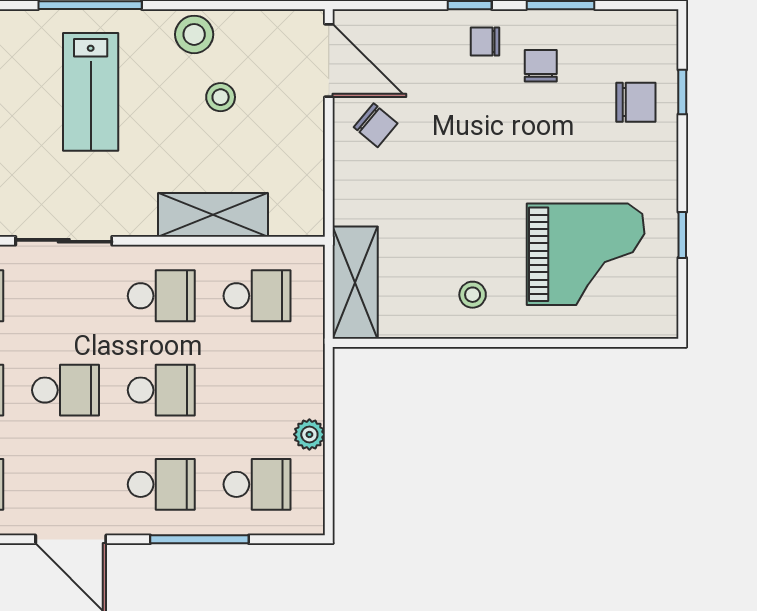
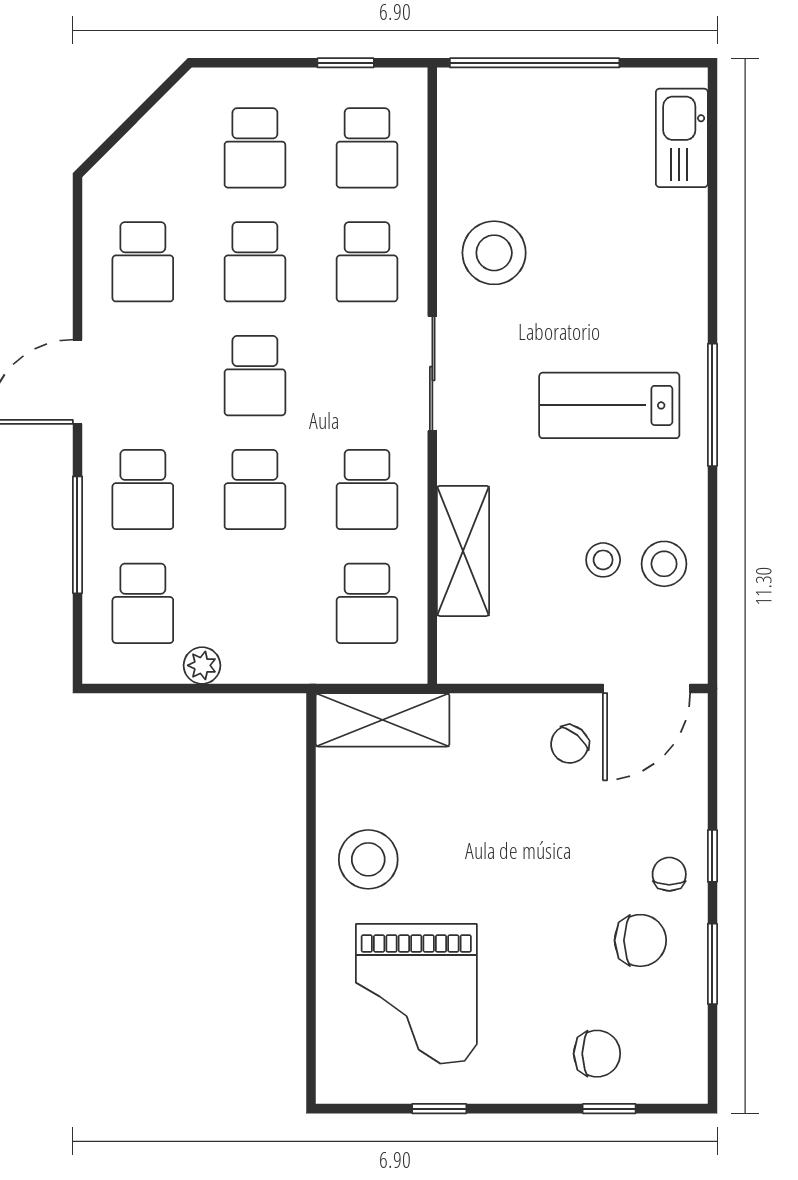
stool: (194, 34) -> (664, 564), moved
chair: (541, 66) -> (640, 940), width x1.37, depth x1.37
chair: (636, 102) -> (597, 1054), turned -90
stool: (473, 295) -> (368, 859), width x1.89, depth x1.89

